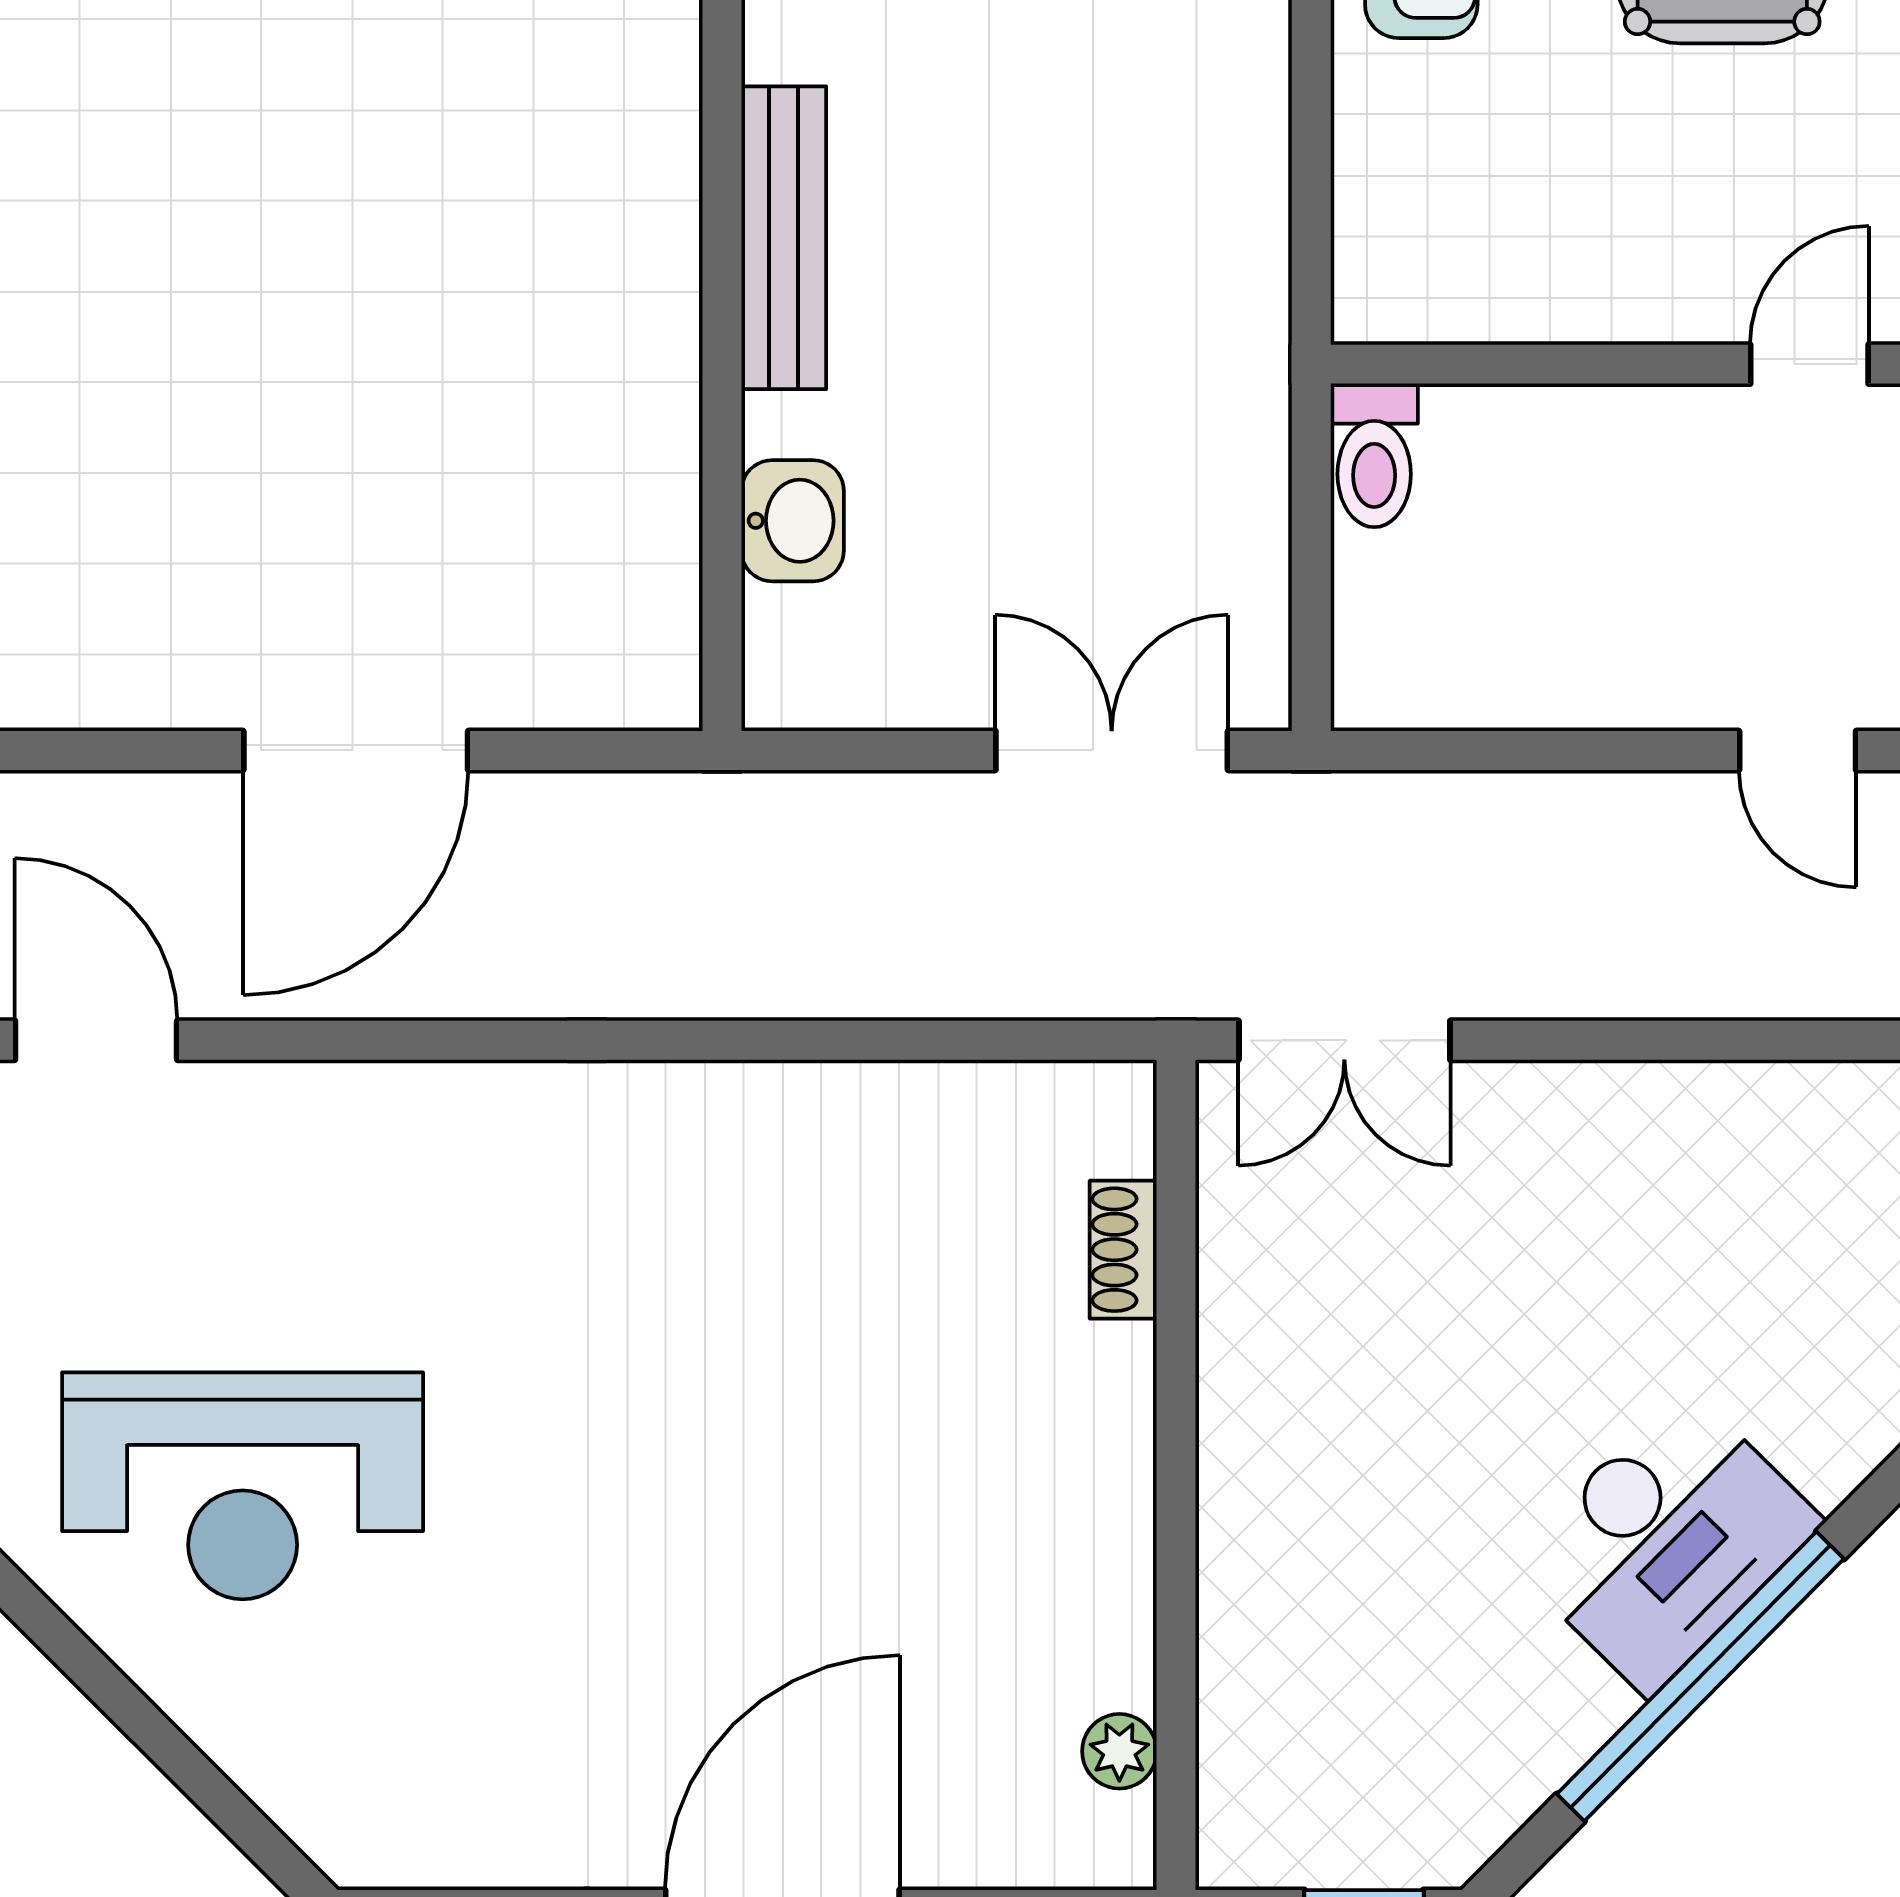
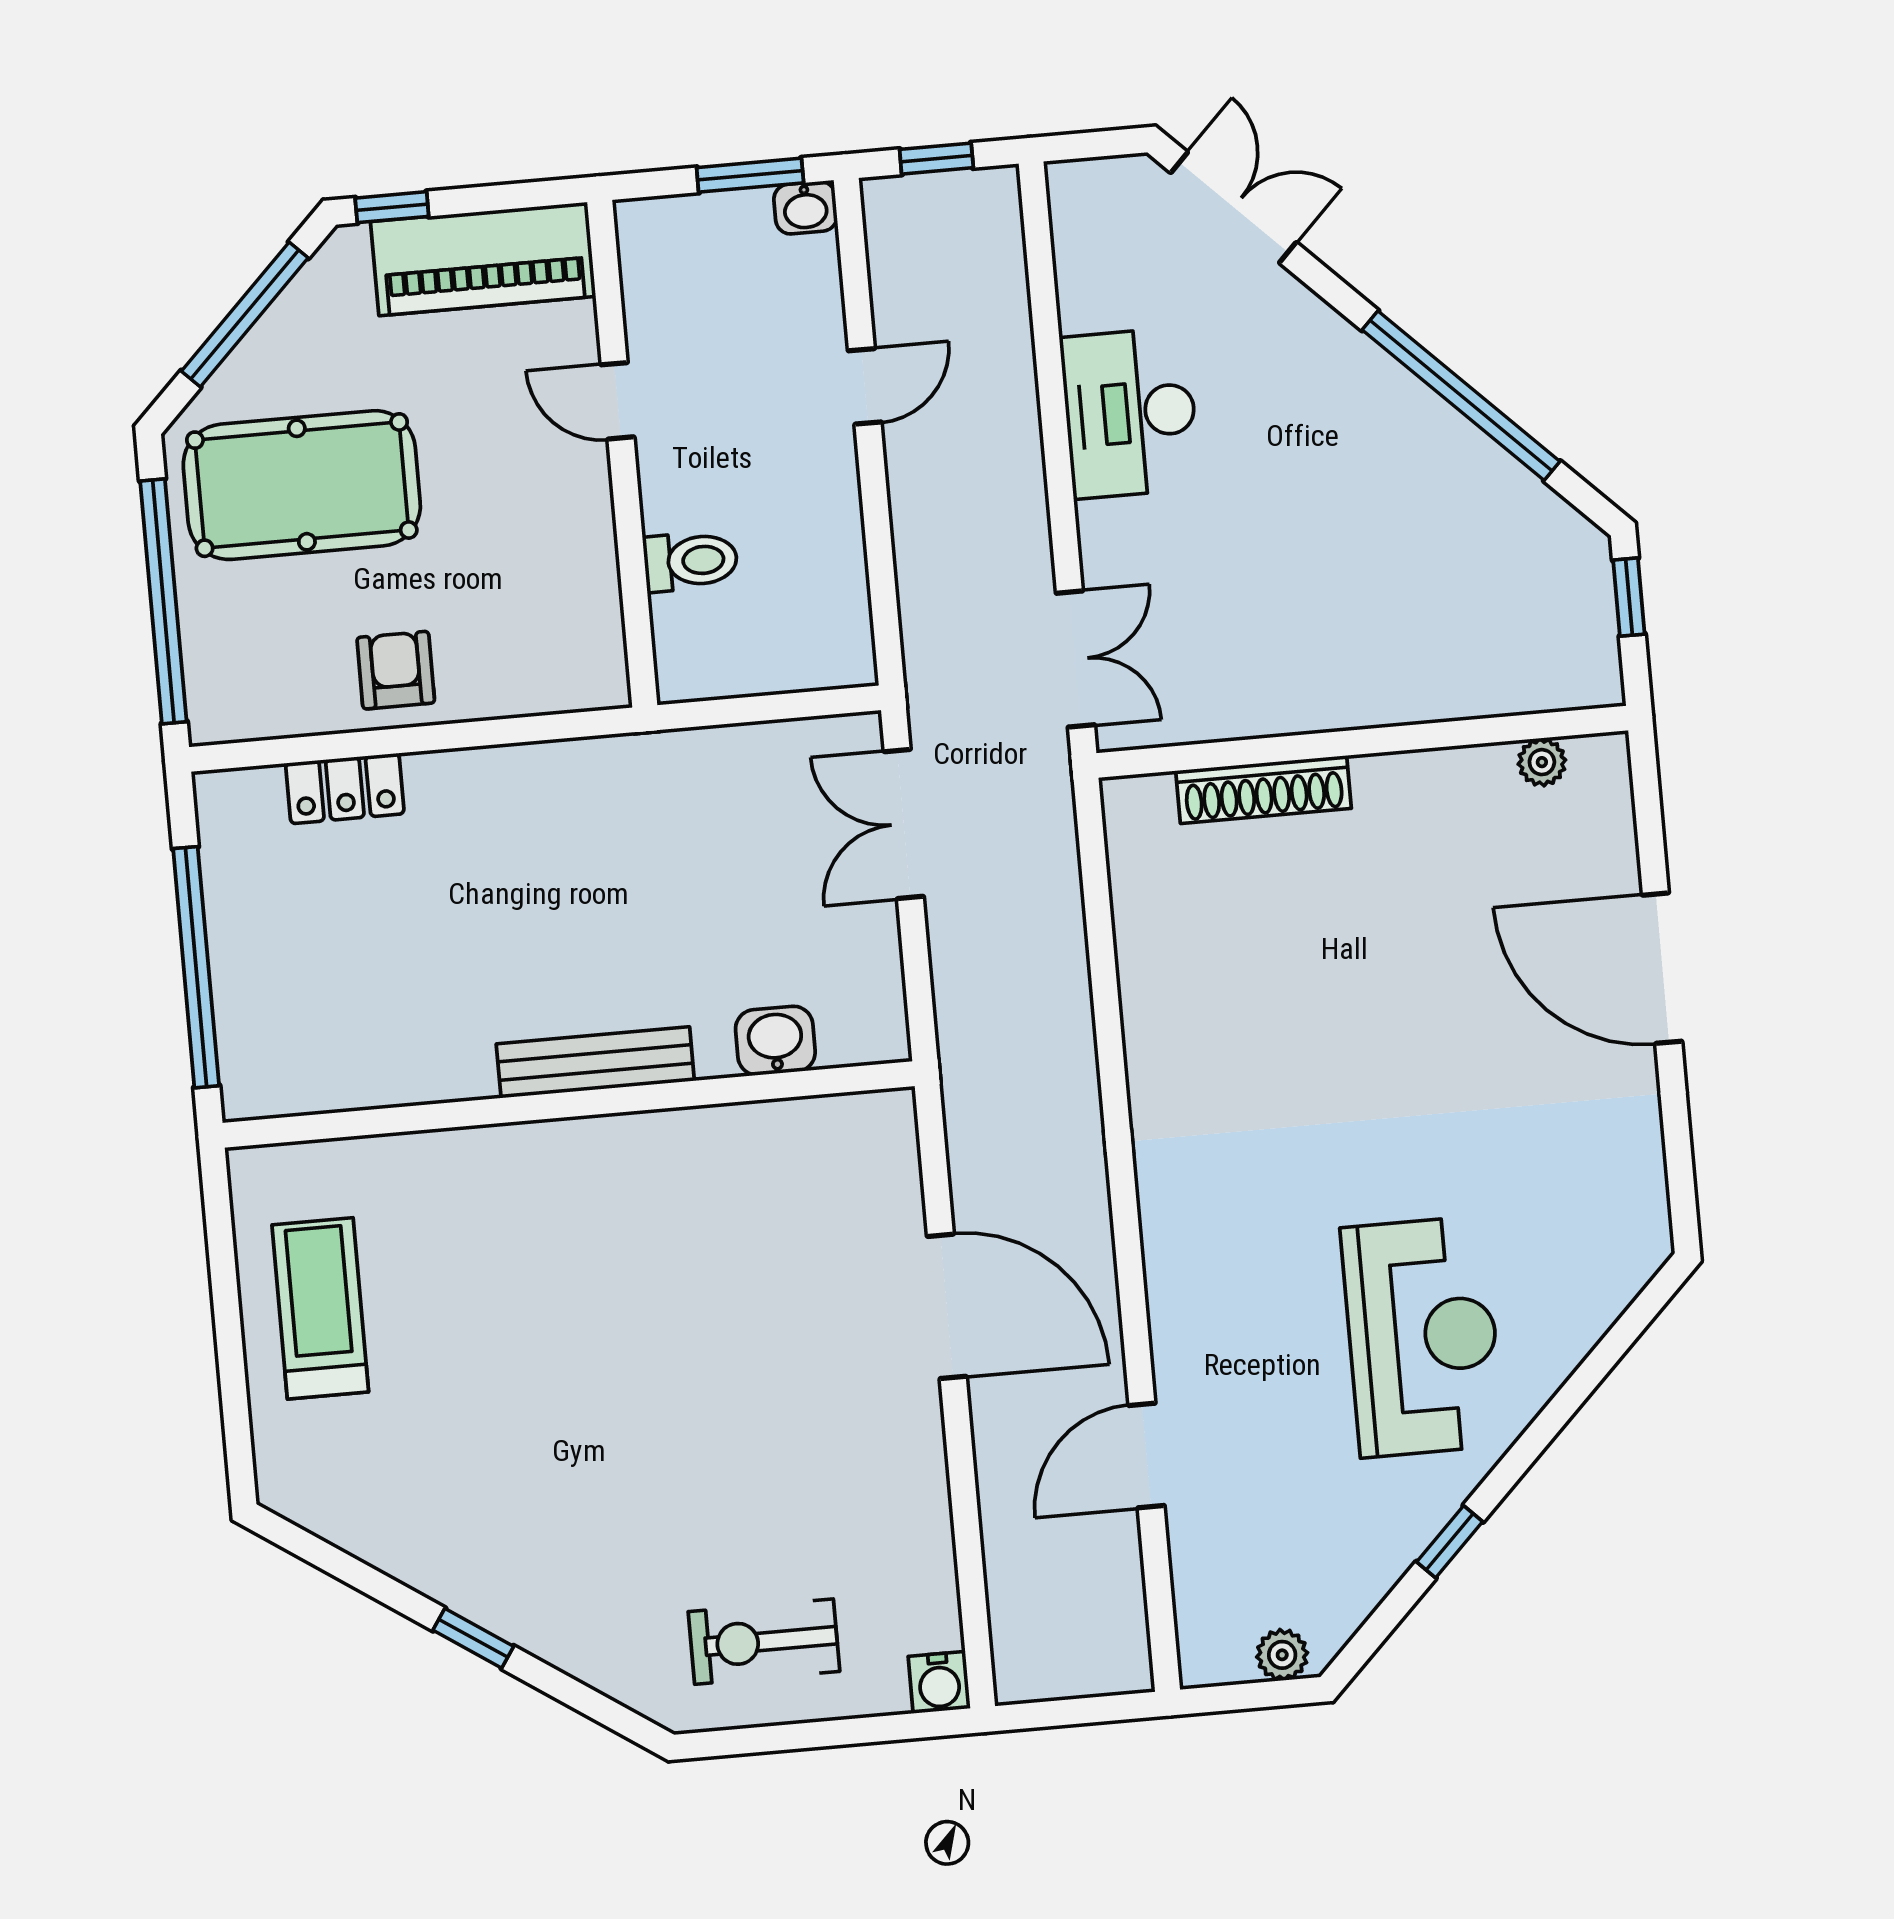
toilet: (1374, 455) -> (690, 561), moved
shoe rack: (1123, 1250) -> (1264, 790), width x1.94, depth x1.24
desk: (1667, 1541) -> (1130, 413), moved, turned -135

